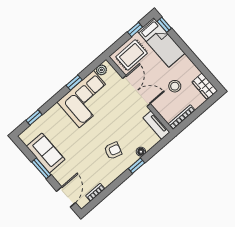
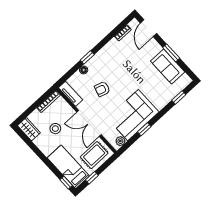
armchair: (113, 151) -> (102, 89), moved

